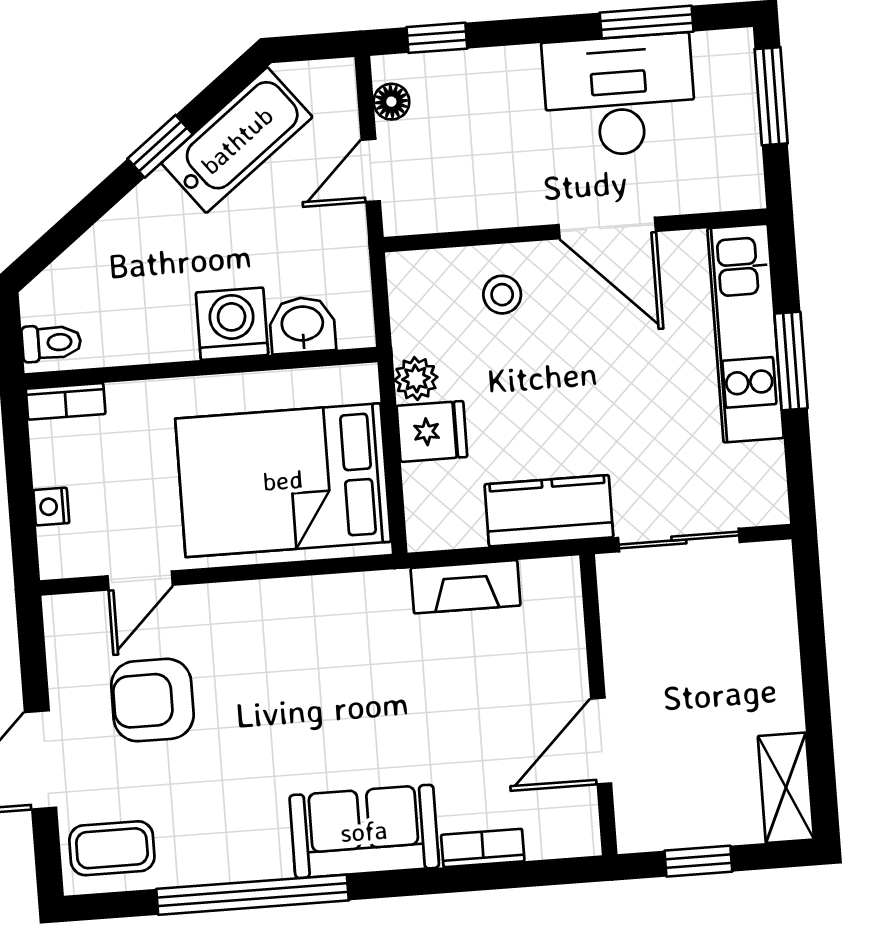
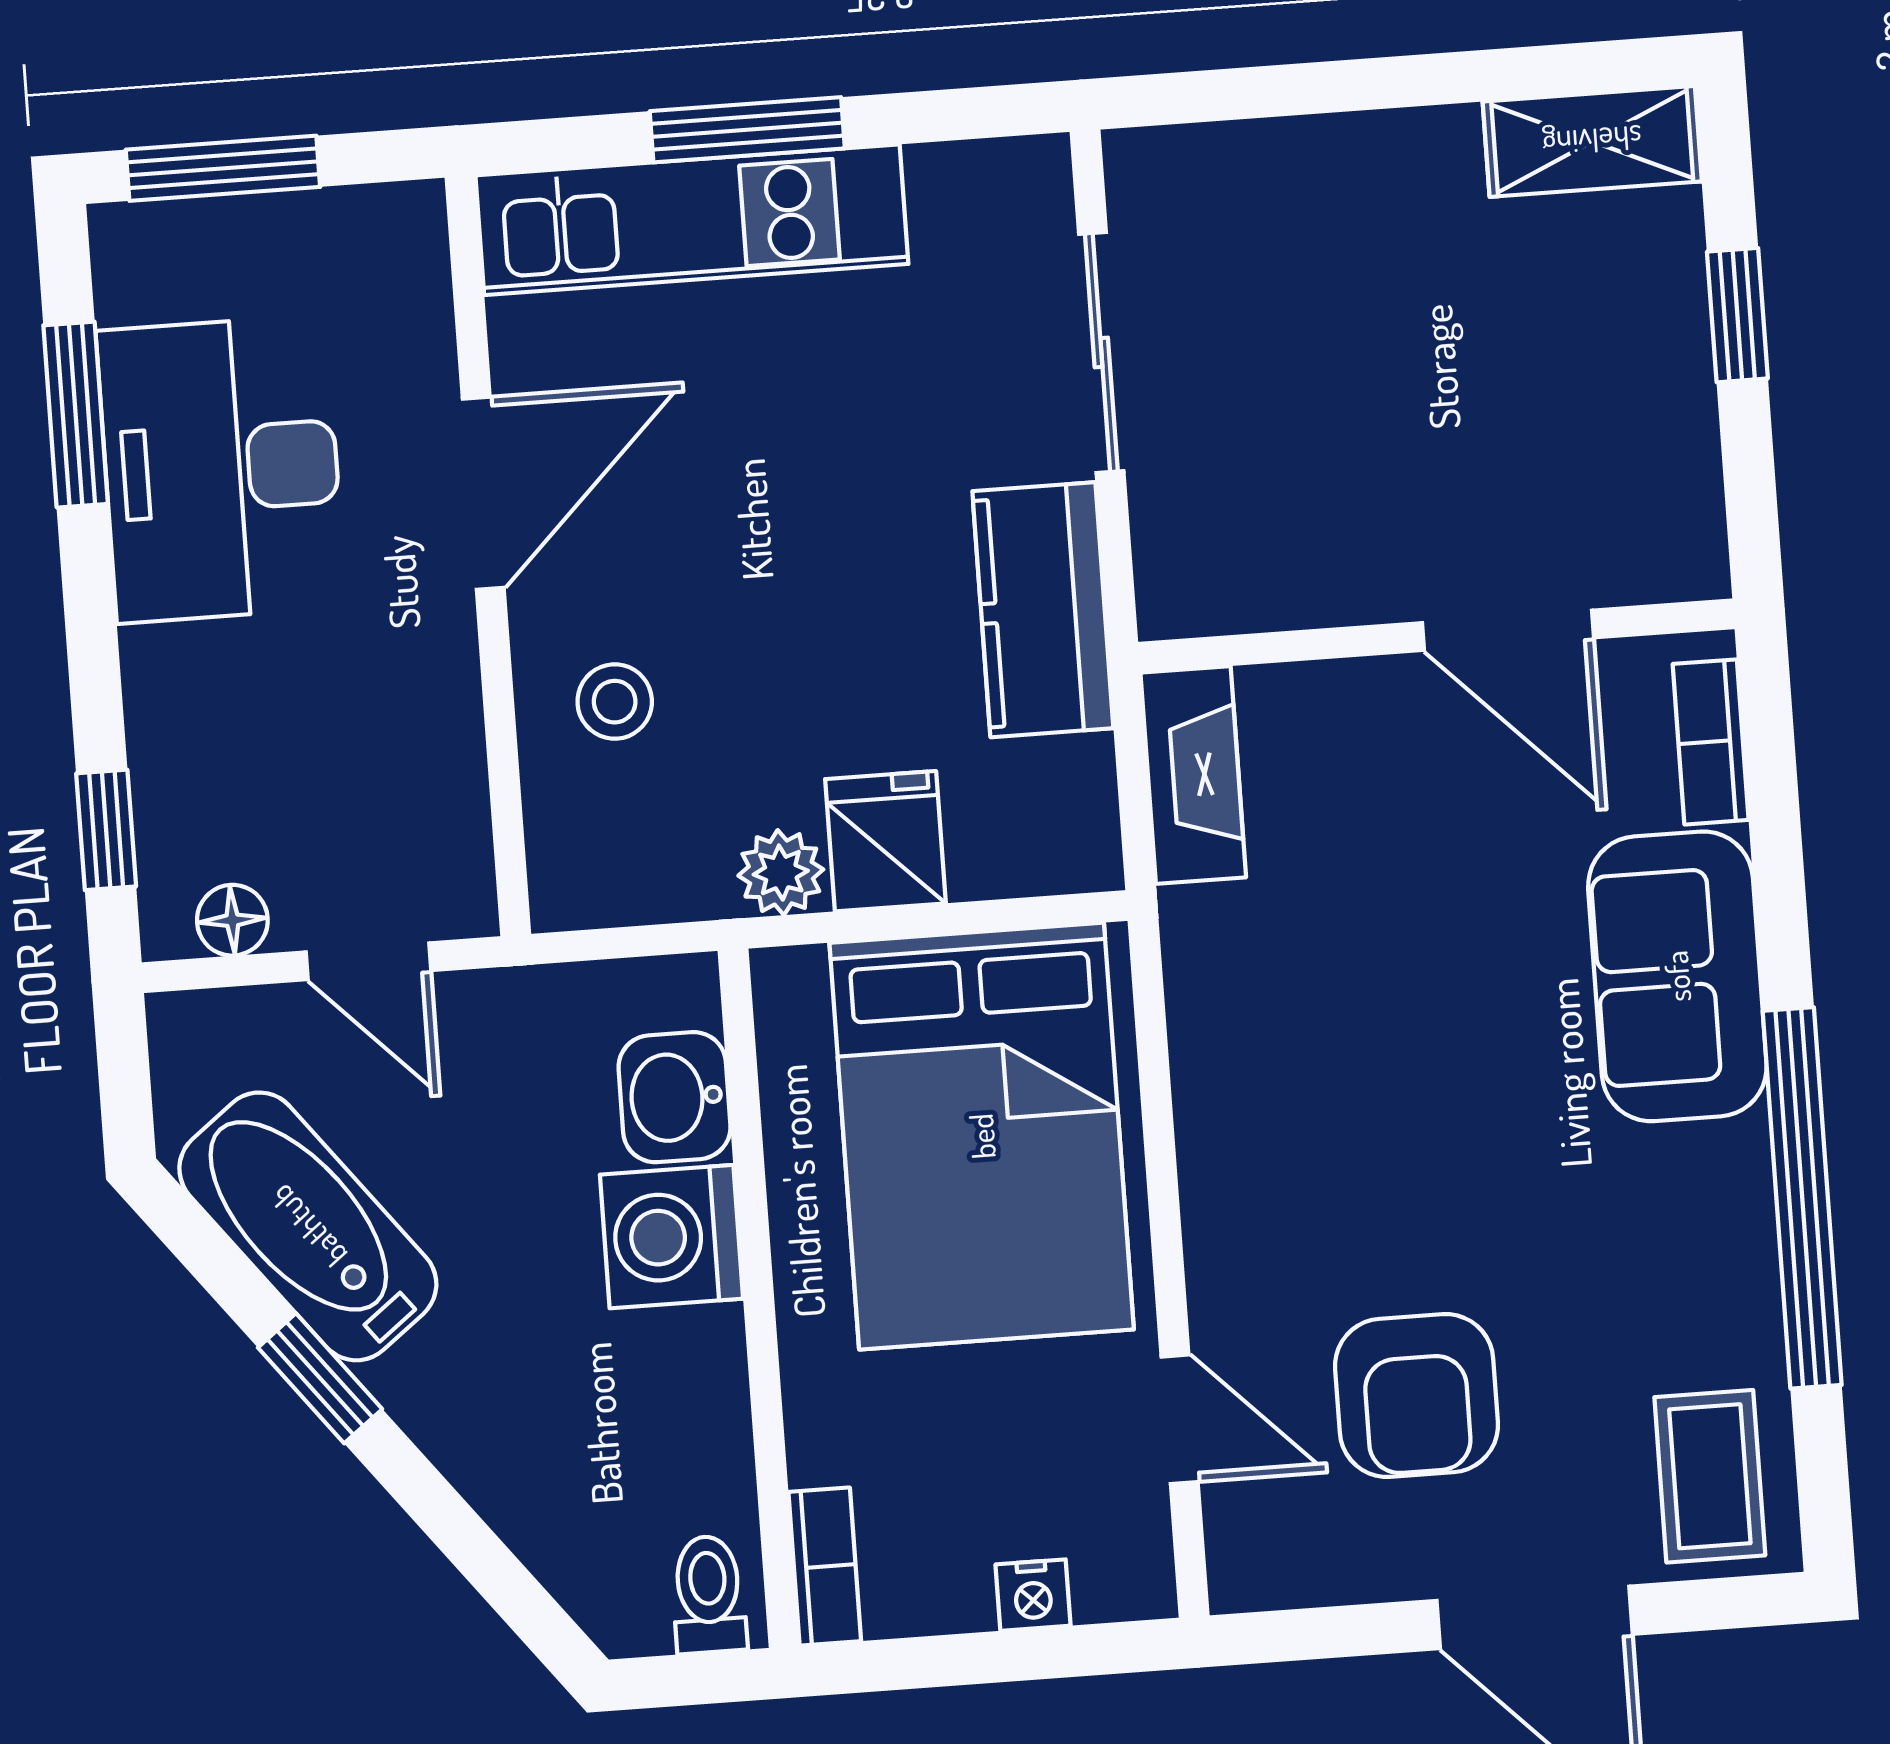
wall: (598, 705) -> (1436, 635), moved
door: (601, 741) -> (1508, 630), moved

